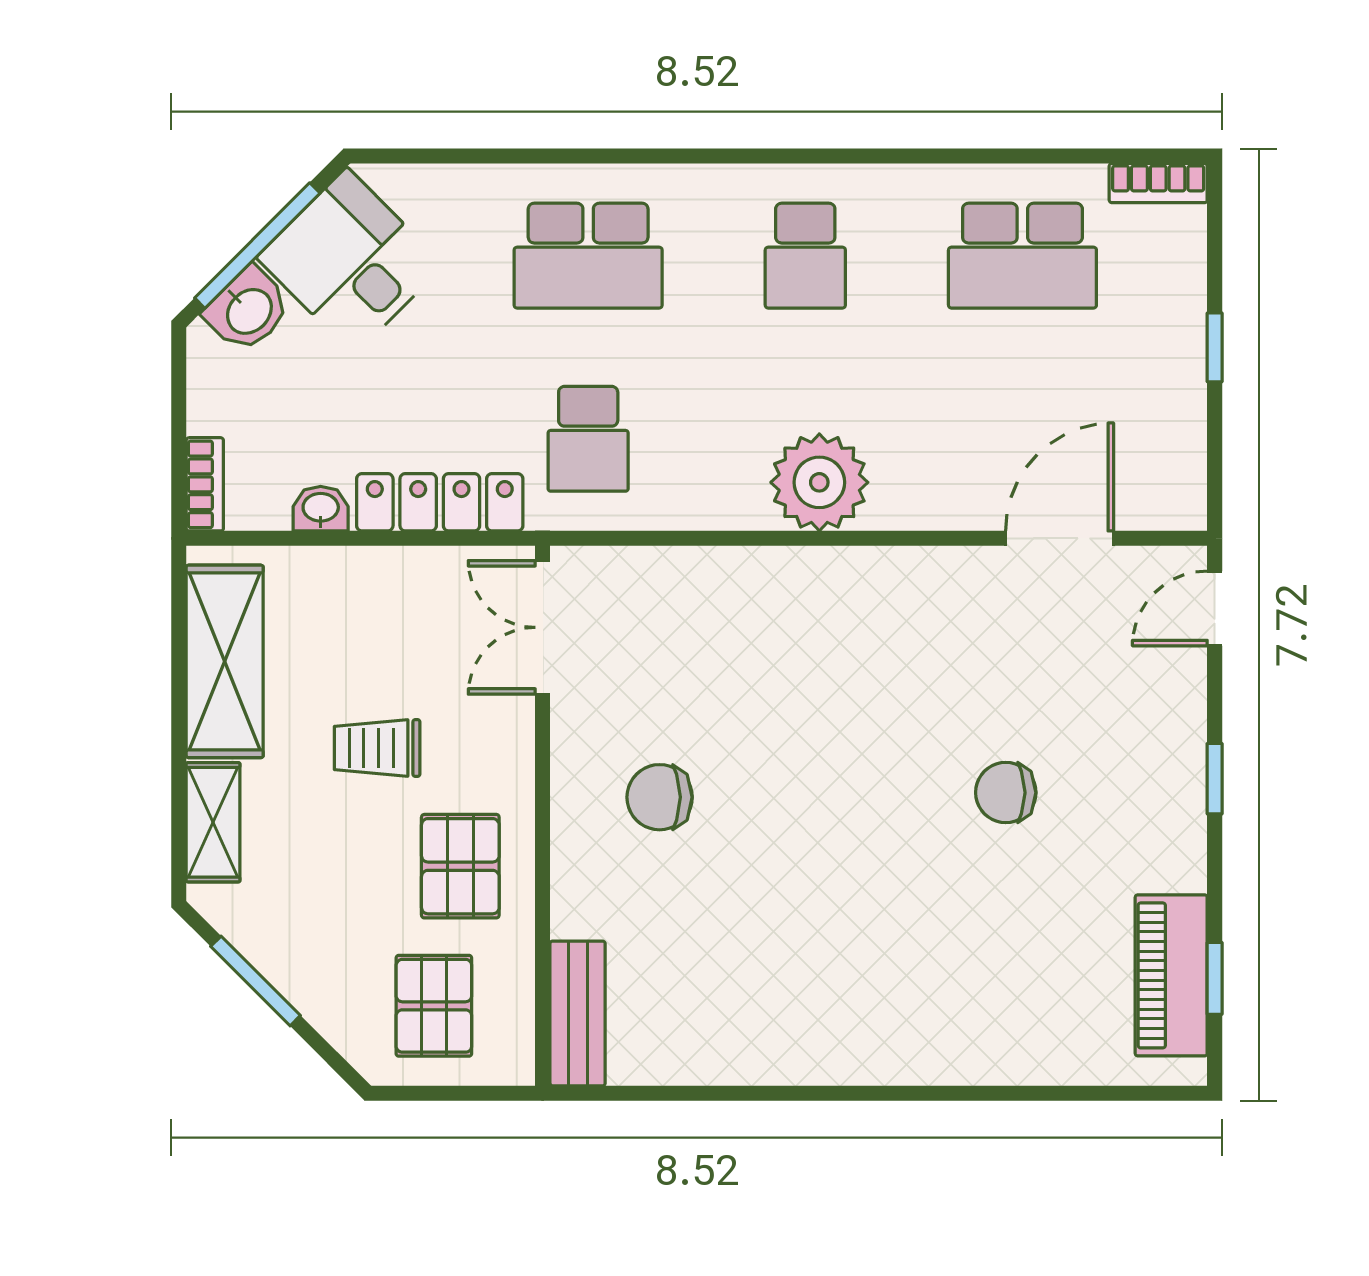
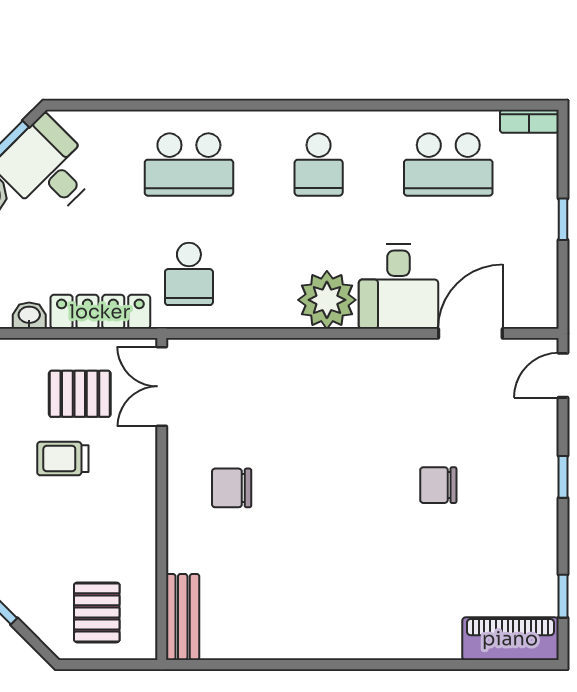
desk: (939, 459) -> (398, 286), added
pallet: (460, 866) -> (80, 394), moved, turned 90
piano: (1171, 975) -> (510, 639), moved, turned 90

